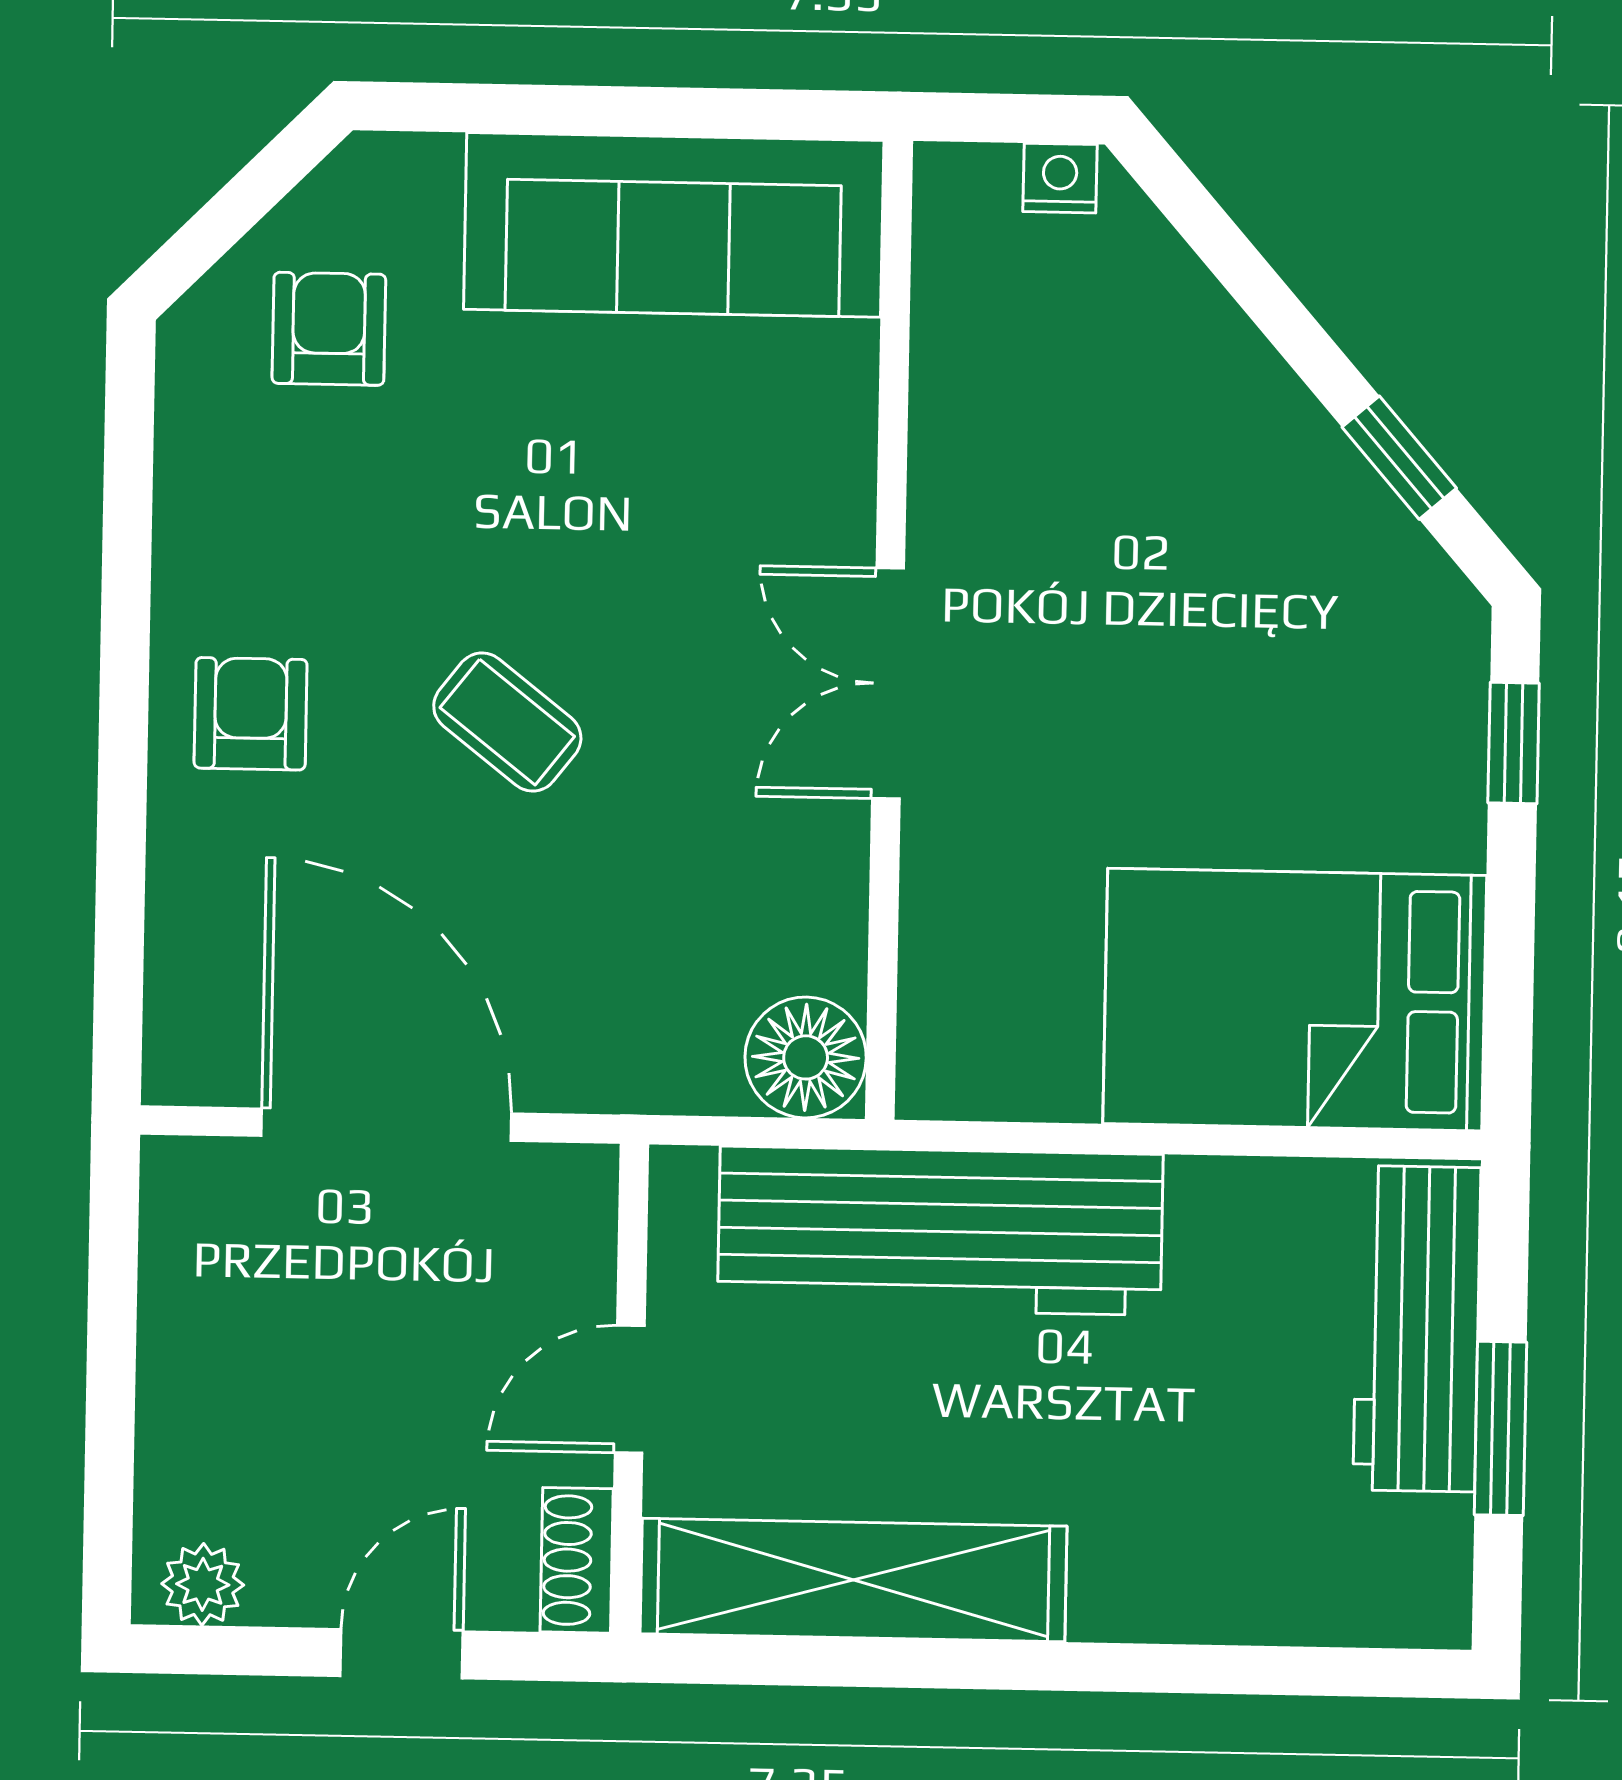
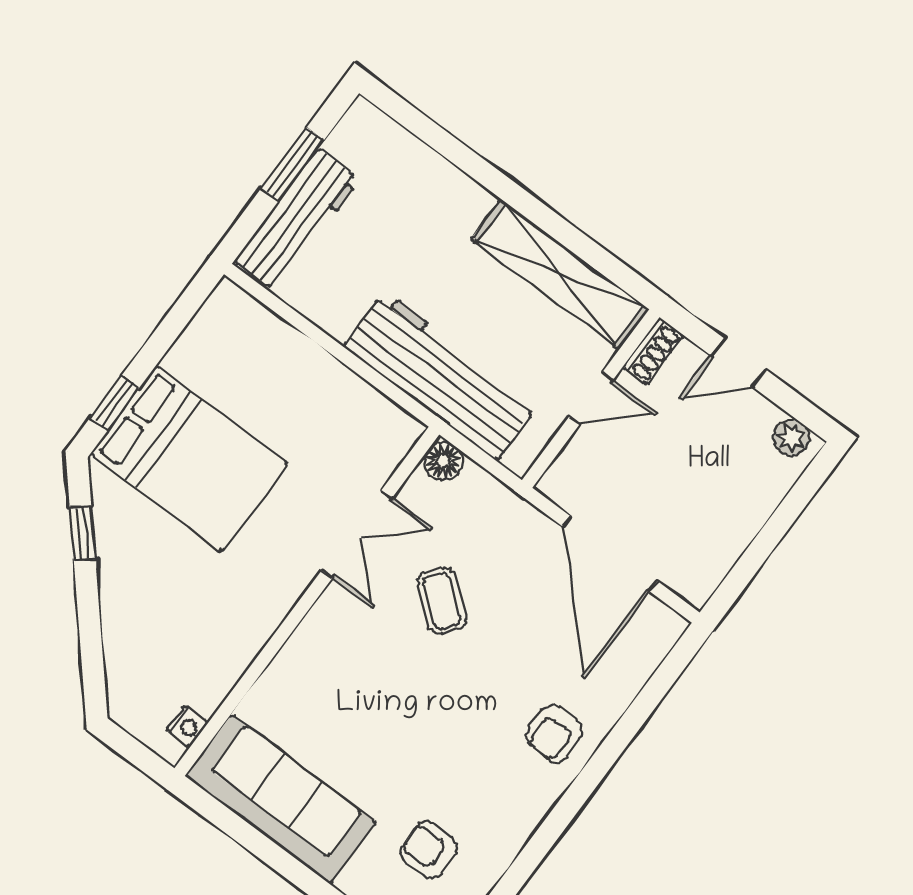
nightstand: (1060, 178) -> (187, 726), moved, turned -90
armchair: (329, 329) -> (429, 850), turned 90
double door: (888, 683) -> (357, 534), moved
coffee table: (507, 722) -> (442, 601), moved
bed: (1295, 1000) -> (189, 459), moved
floor lamp: (806, 1057) -> (443, 461), width x0.73, depth x0.73

